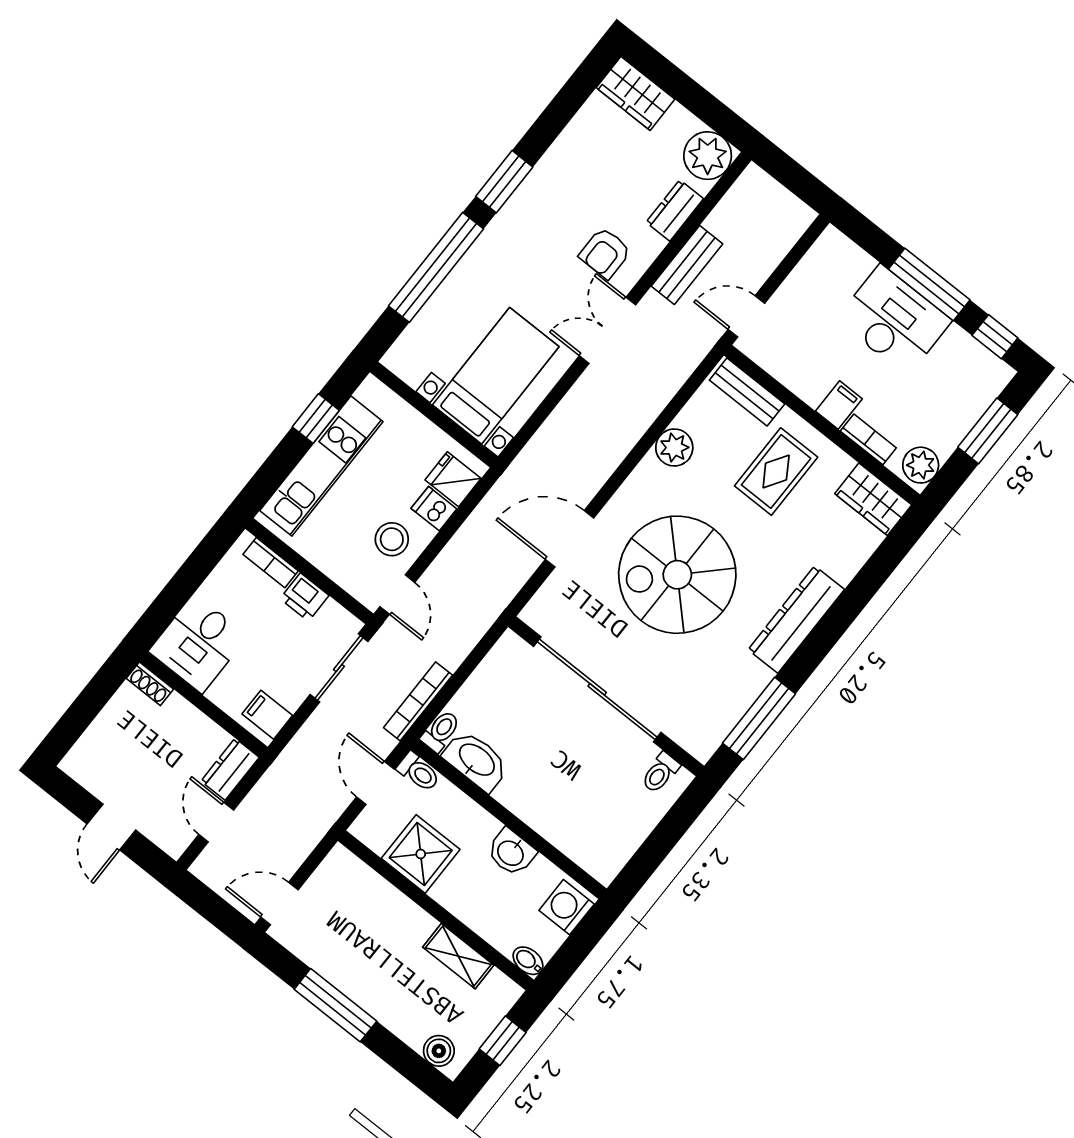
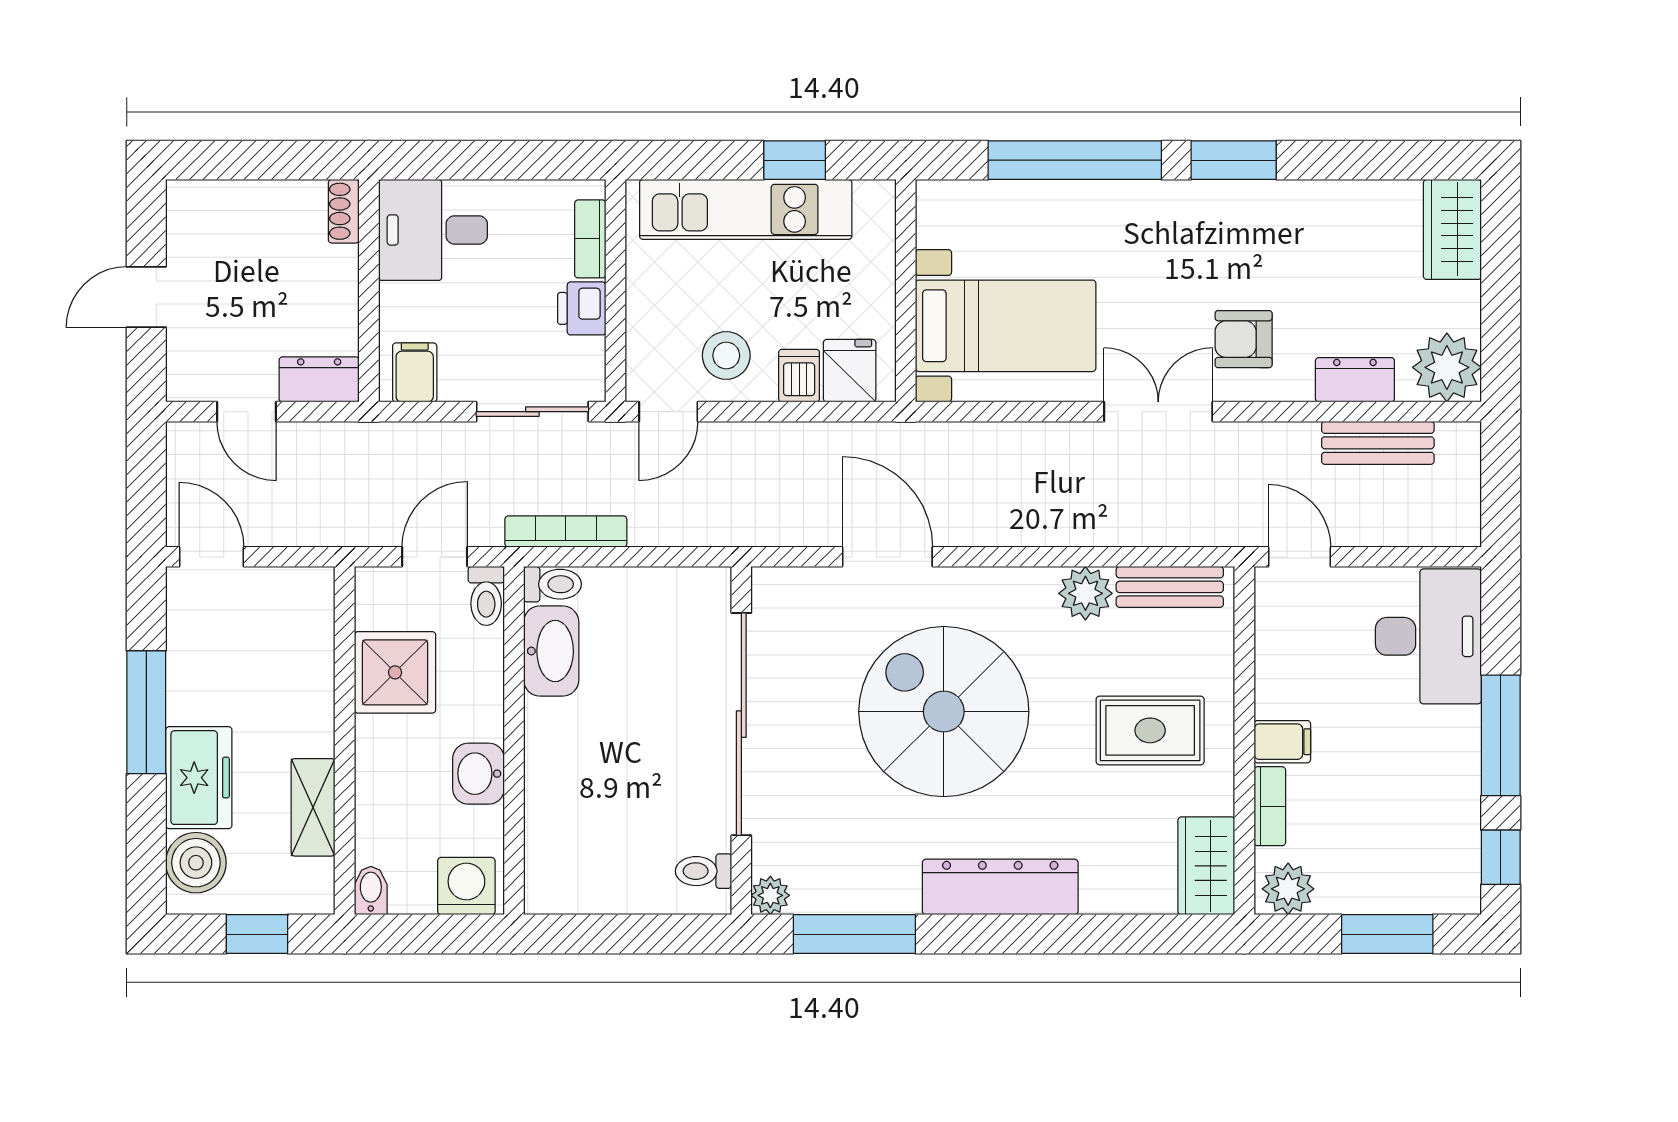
bench: (687, 265) -> (1378, 443), moved
desk: (894, 320) -> (1428, 636), moved
bench: (747, 392) -> (1170, 587), moved, turned 90
plant: (702, 747) -> (770, 895), added
door: (216, 822) -> (246, 412), swing flipped
freezer: (393, 1005) -> (199, 778), added
boiler: (439, 1051) -> (196, 863), width x1.36, depth x1.36

